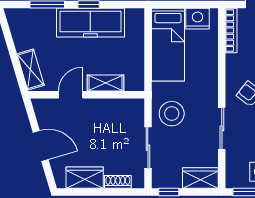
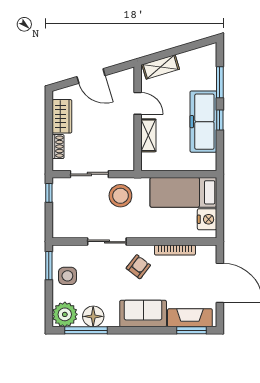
bookcase: (231, 31) -> (175, 250), moved
door: (41, 146) -> (91, 76), hinge flipped
wardrobe: (200, 178) -> (62, 222), removed

